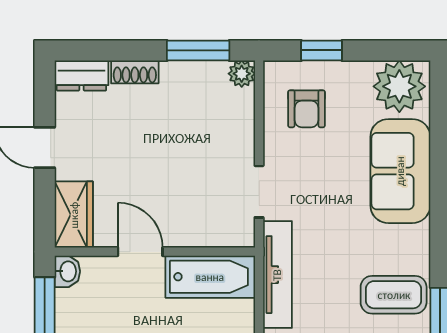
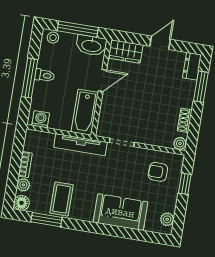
window: (198, 50) -> (201, 87), moved
shoe rack: (135, 72) -> (185, 120), moved
plant: (399, 86) -> (167, 219), width x0.53, depth x0.53
washbasin: (67, 271) -> (91, 45), width x1.91, depth x1.45

